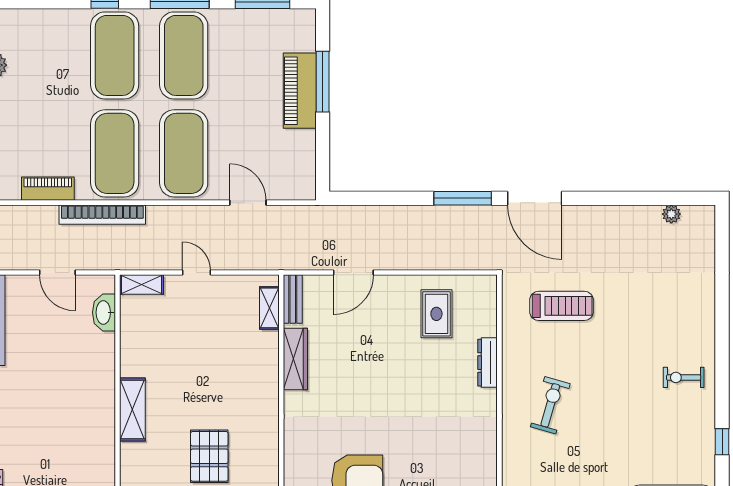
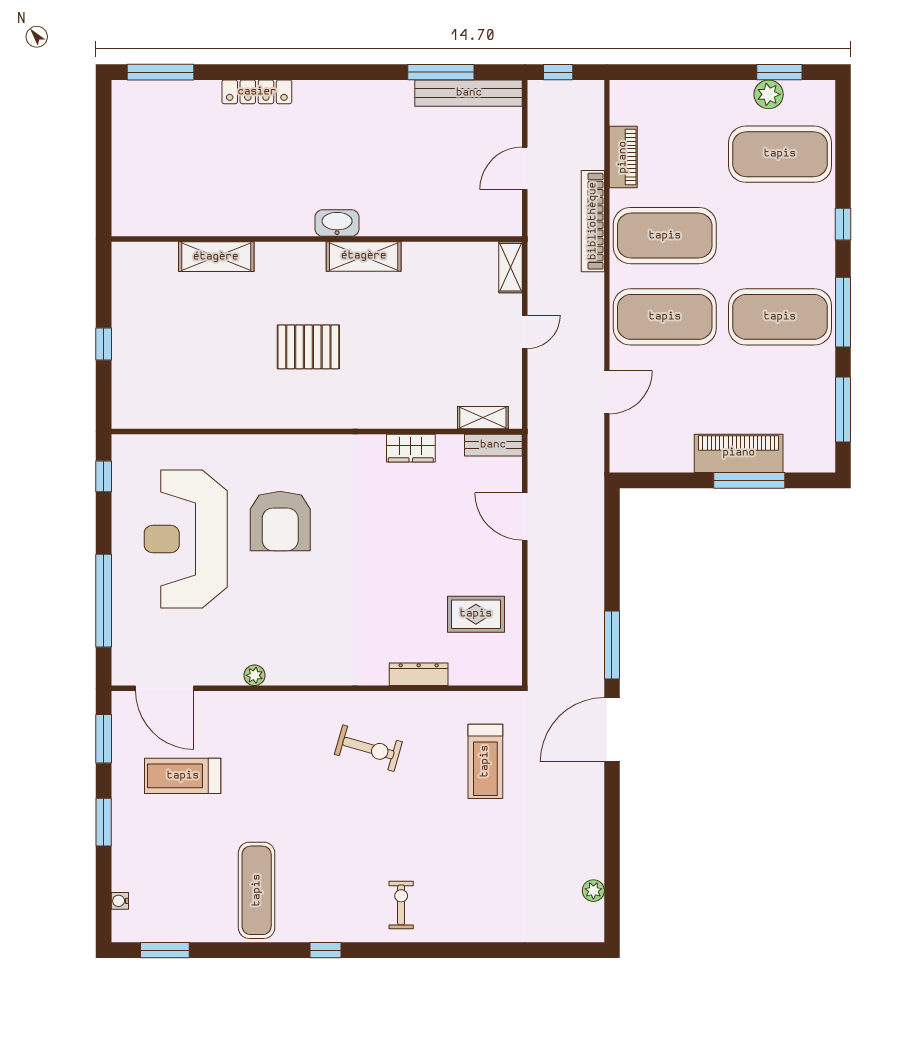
exercise mat: (115, 55) -> (780, 154), moved
washbasin: (104, 312) -> (337, 223), moved
wardrobe: (295, 359) -> (411, 448), width x0.67

